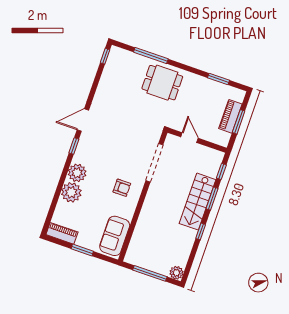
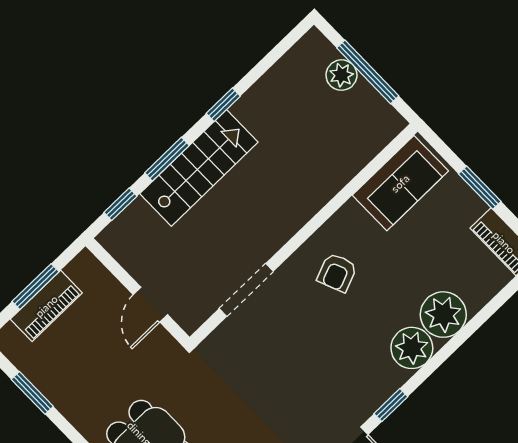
doorway: (154, 163) -> (246, 290), width x0.73
armchair: (122, 188) -> (337, 273), turned -112
plant: (176, 273) -> (341, 75), moved

